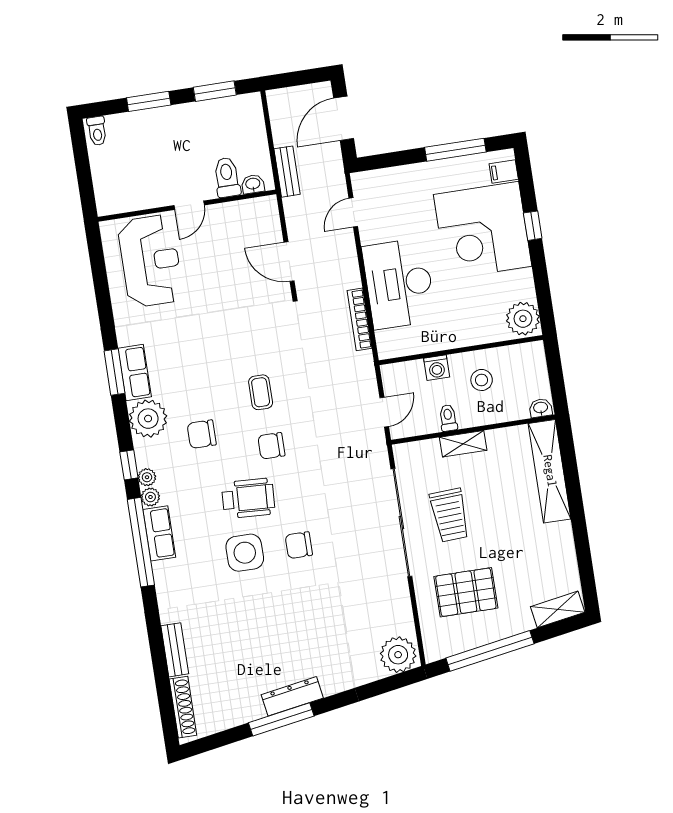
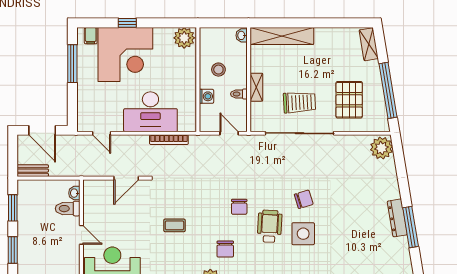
bench: (287, 172) -> (33, 171), moved
coffee table: (261, 392) -> (175, 225), moved
chair: (299, 545) -> (304, 199), turned -107

